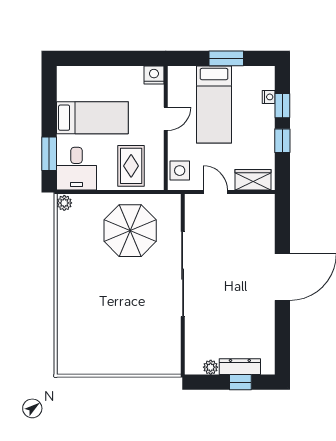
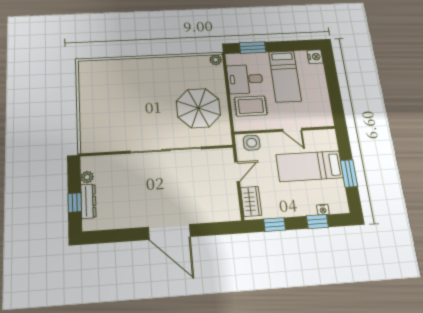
nightstand: (154, 75) -> (315, 57), moved
window: (282, 141) -> (275, 225), moved
desk: (76, 169) -> (245, 79), moved

